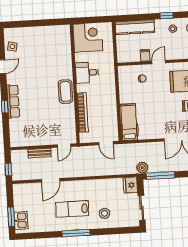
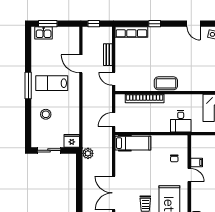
desk: (87, 73) -> (181, 121), moved, turned 180
row of seats: (13, 101) -> (131, 32), moved
window: (161, 175) -> (79, 171), removed
lab bench: (72, 209) -> (52, 83), turned -90

